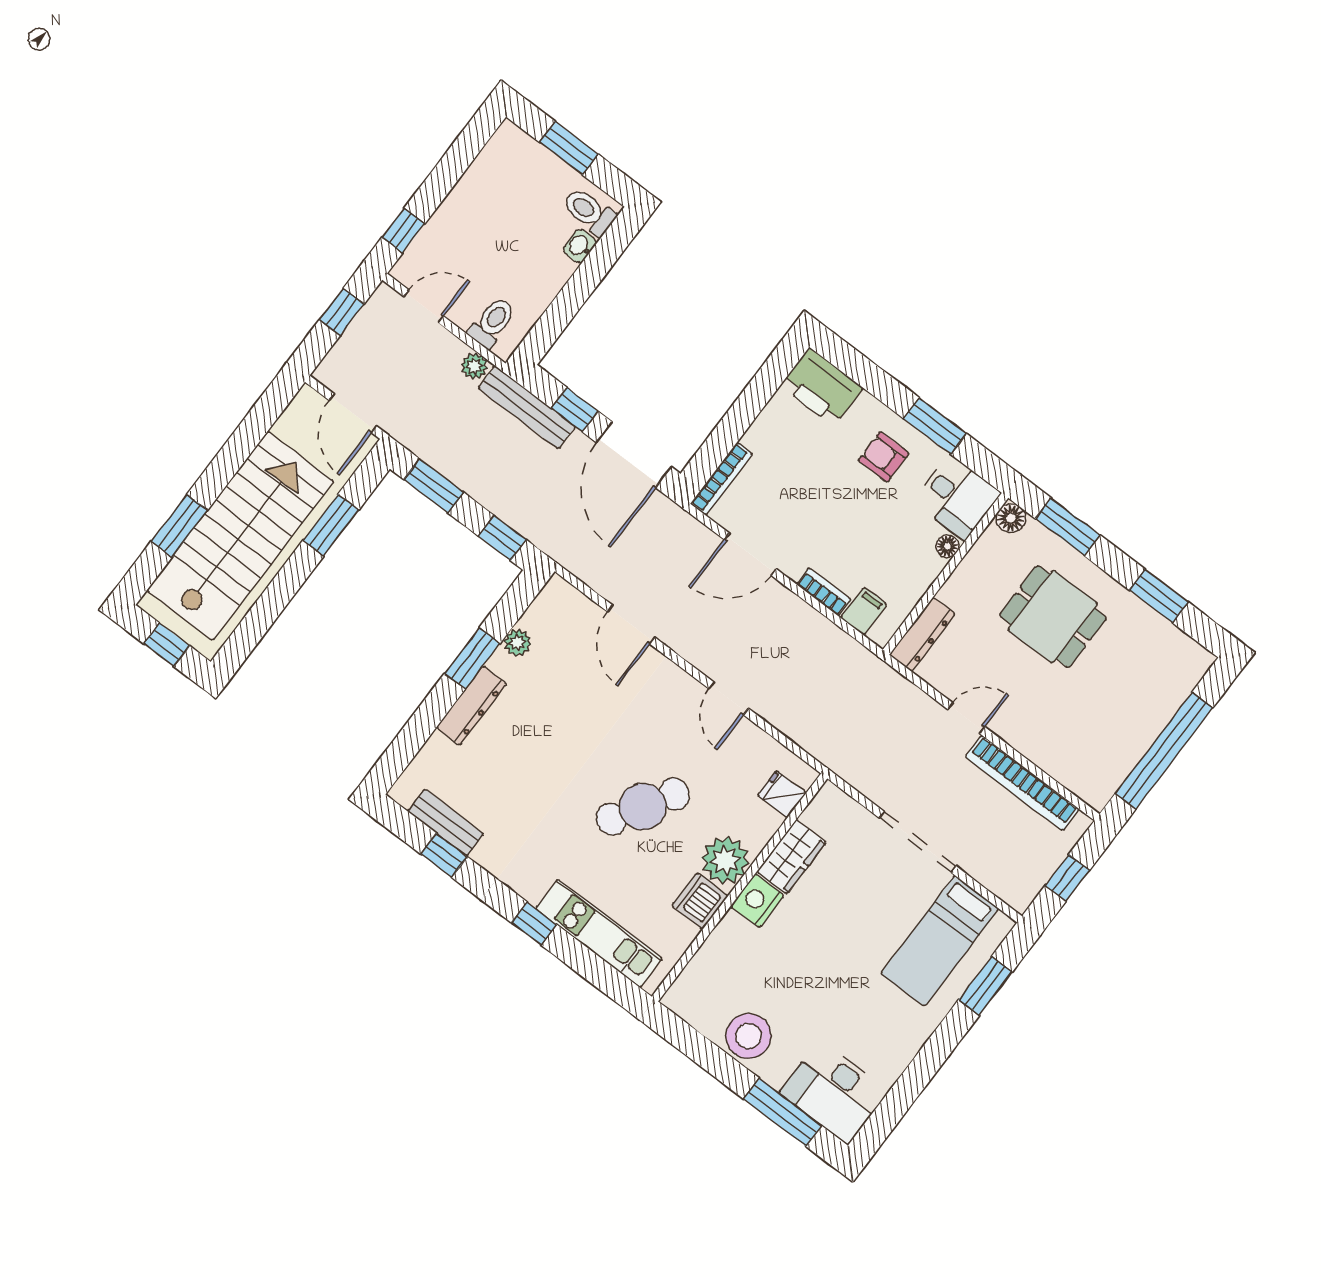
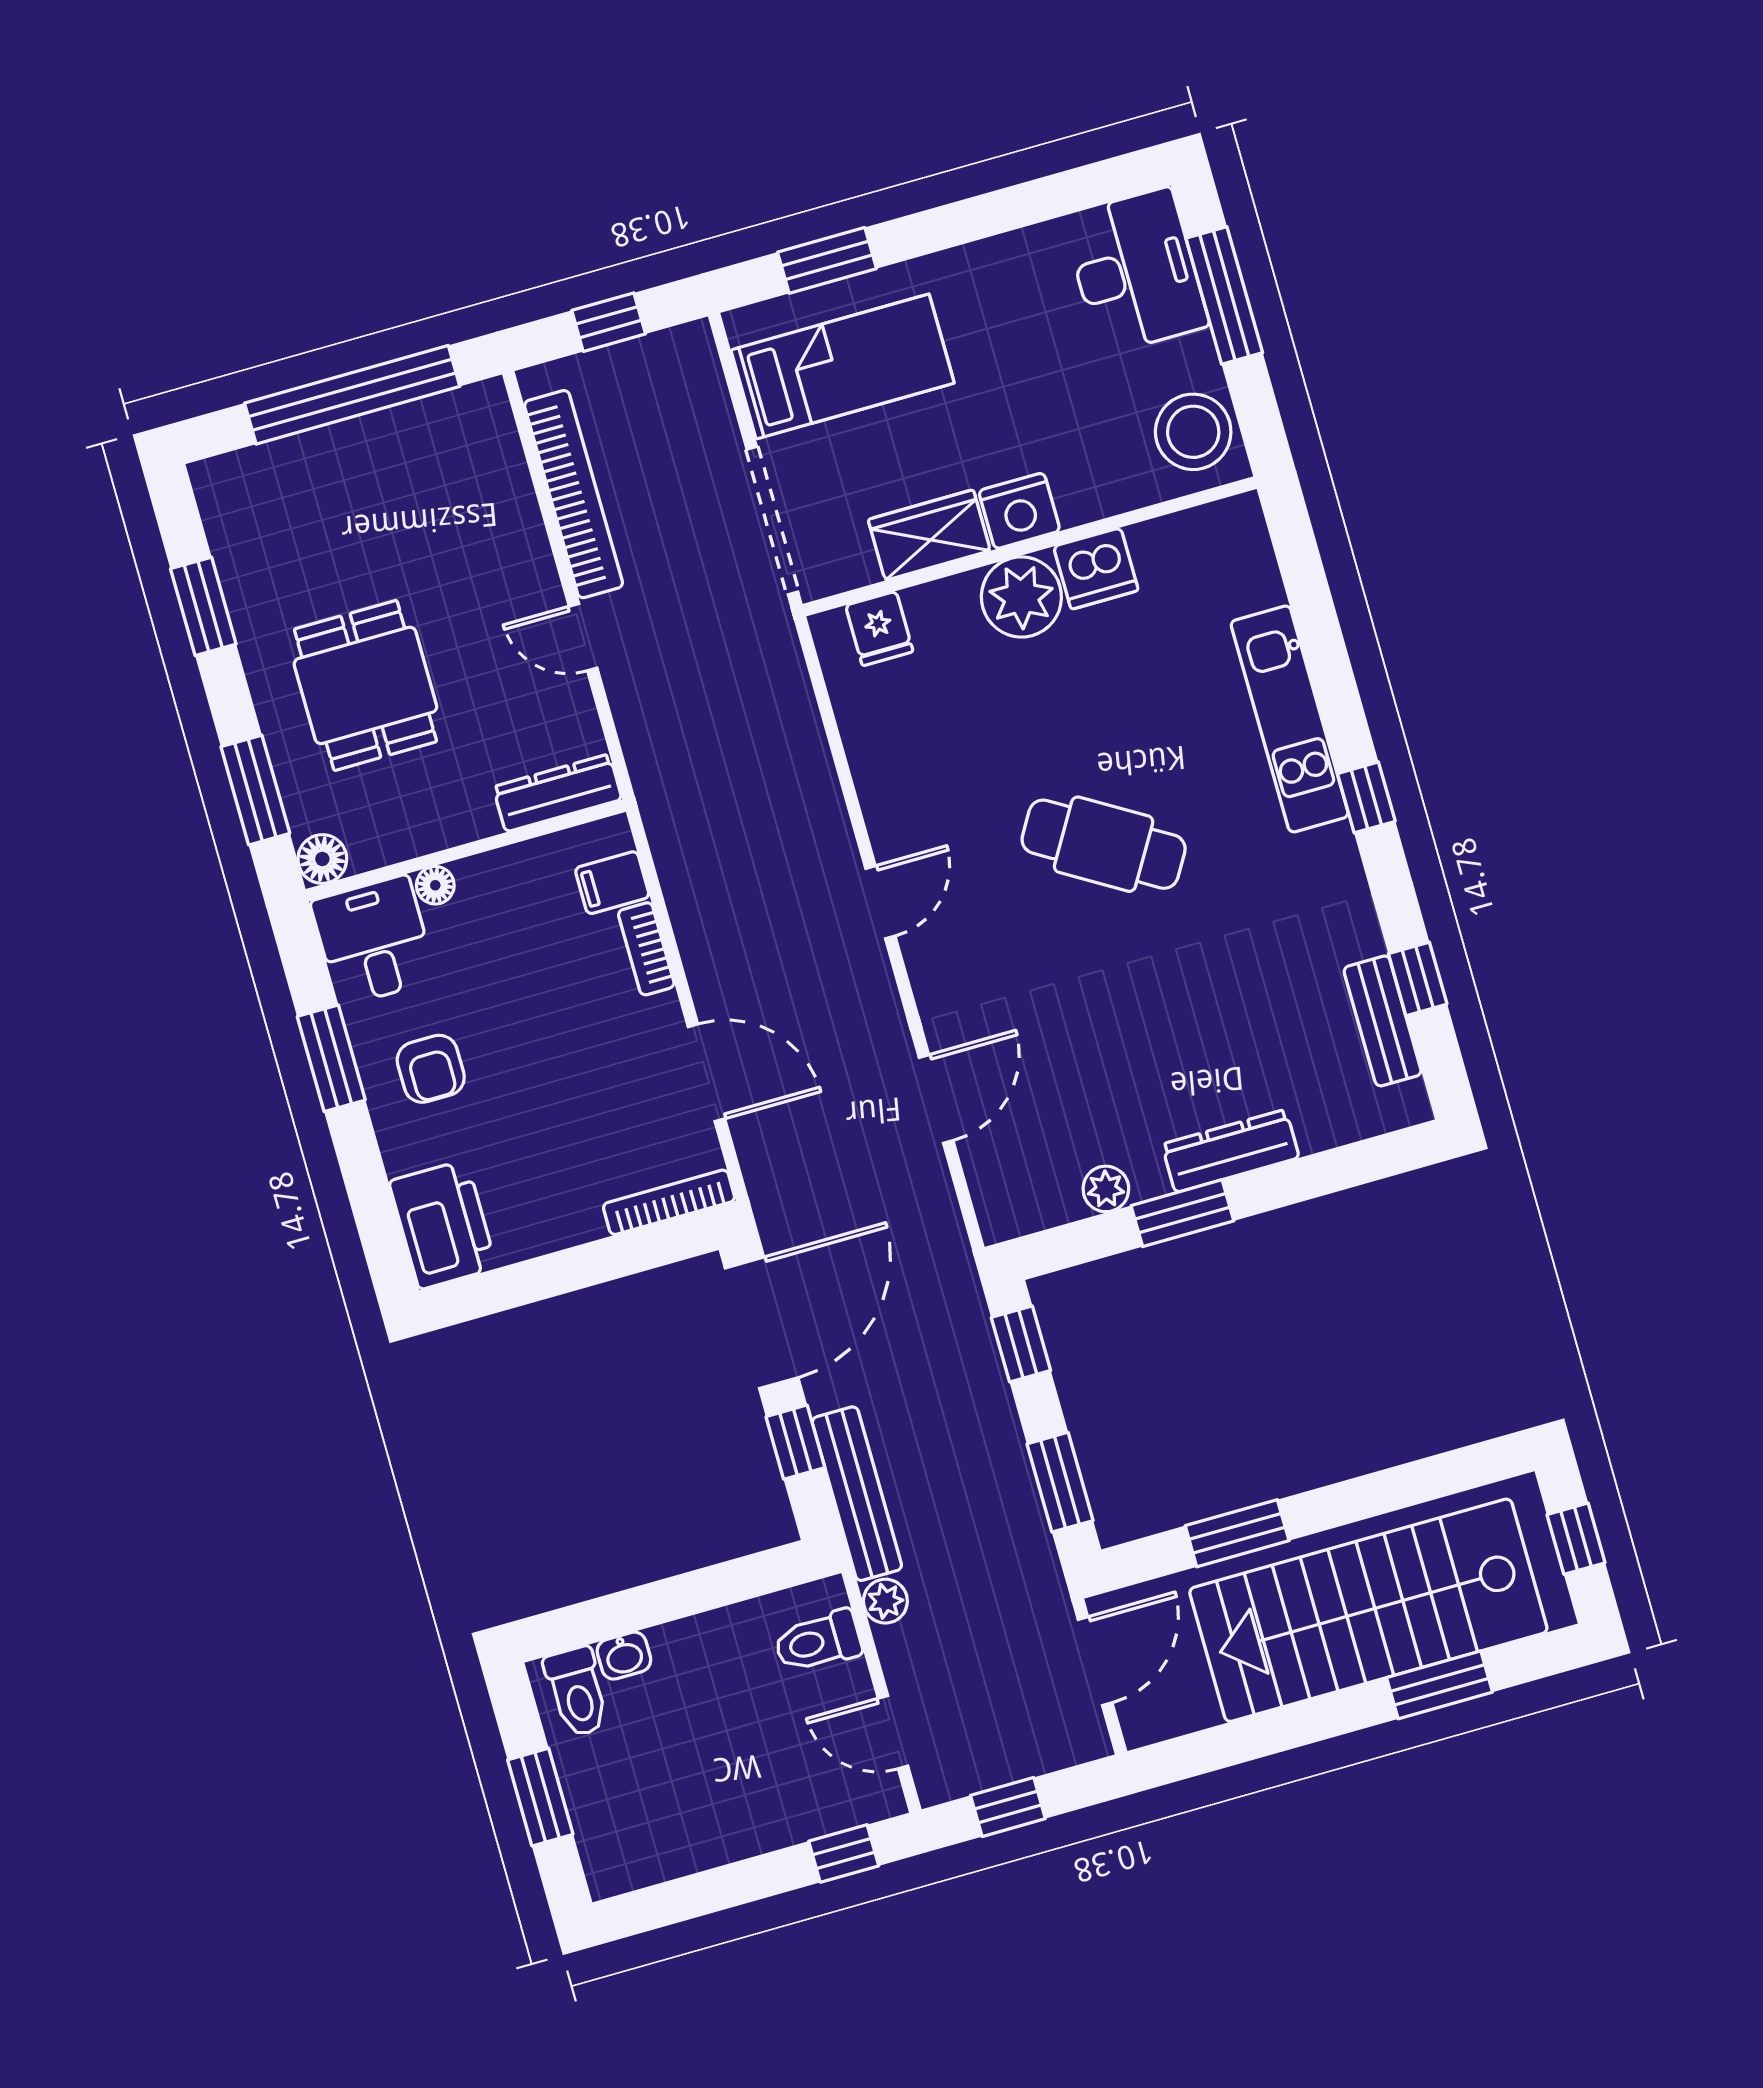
fridge: (782, 794) -> (879, 628), moved
wardrobe: (792, 857) -> (929, 535), moved
plant: (725, 860) -> (1021, 597), moved
wall: (740, 888) -> (1030, 546), moved
dishwasher: (700, 901) -> (1096, 568), moved
nightstand: (757, 901) -> (1019, 511), moved

